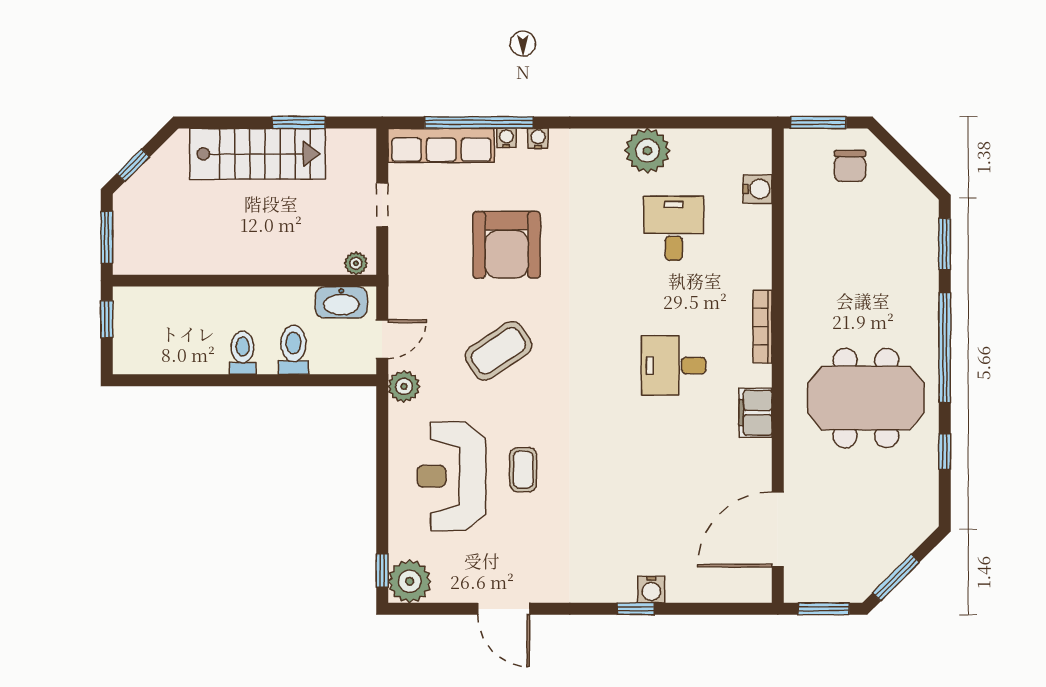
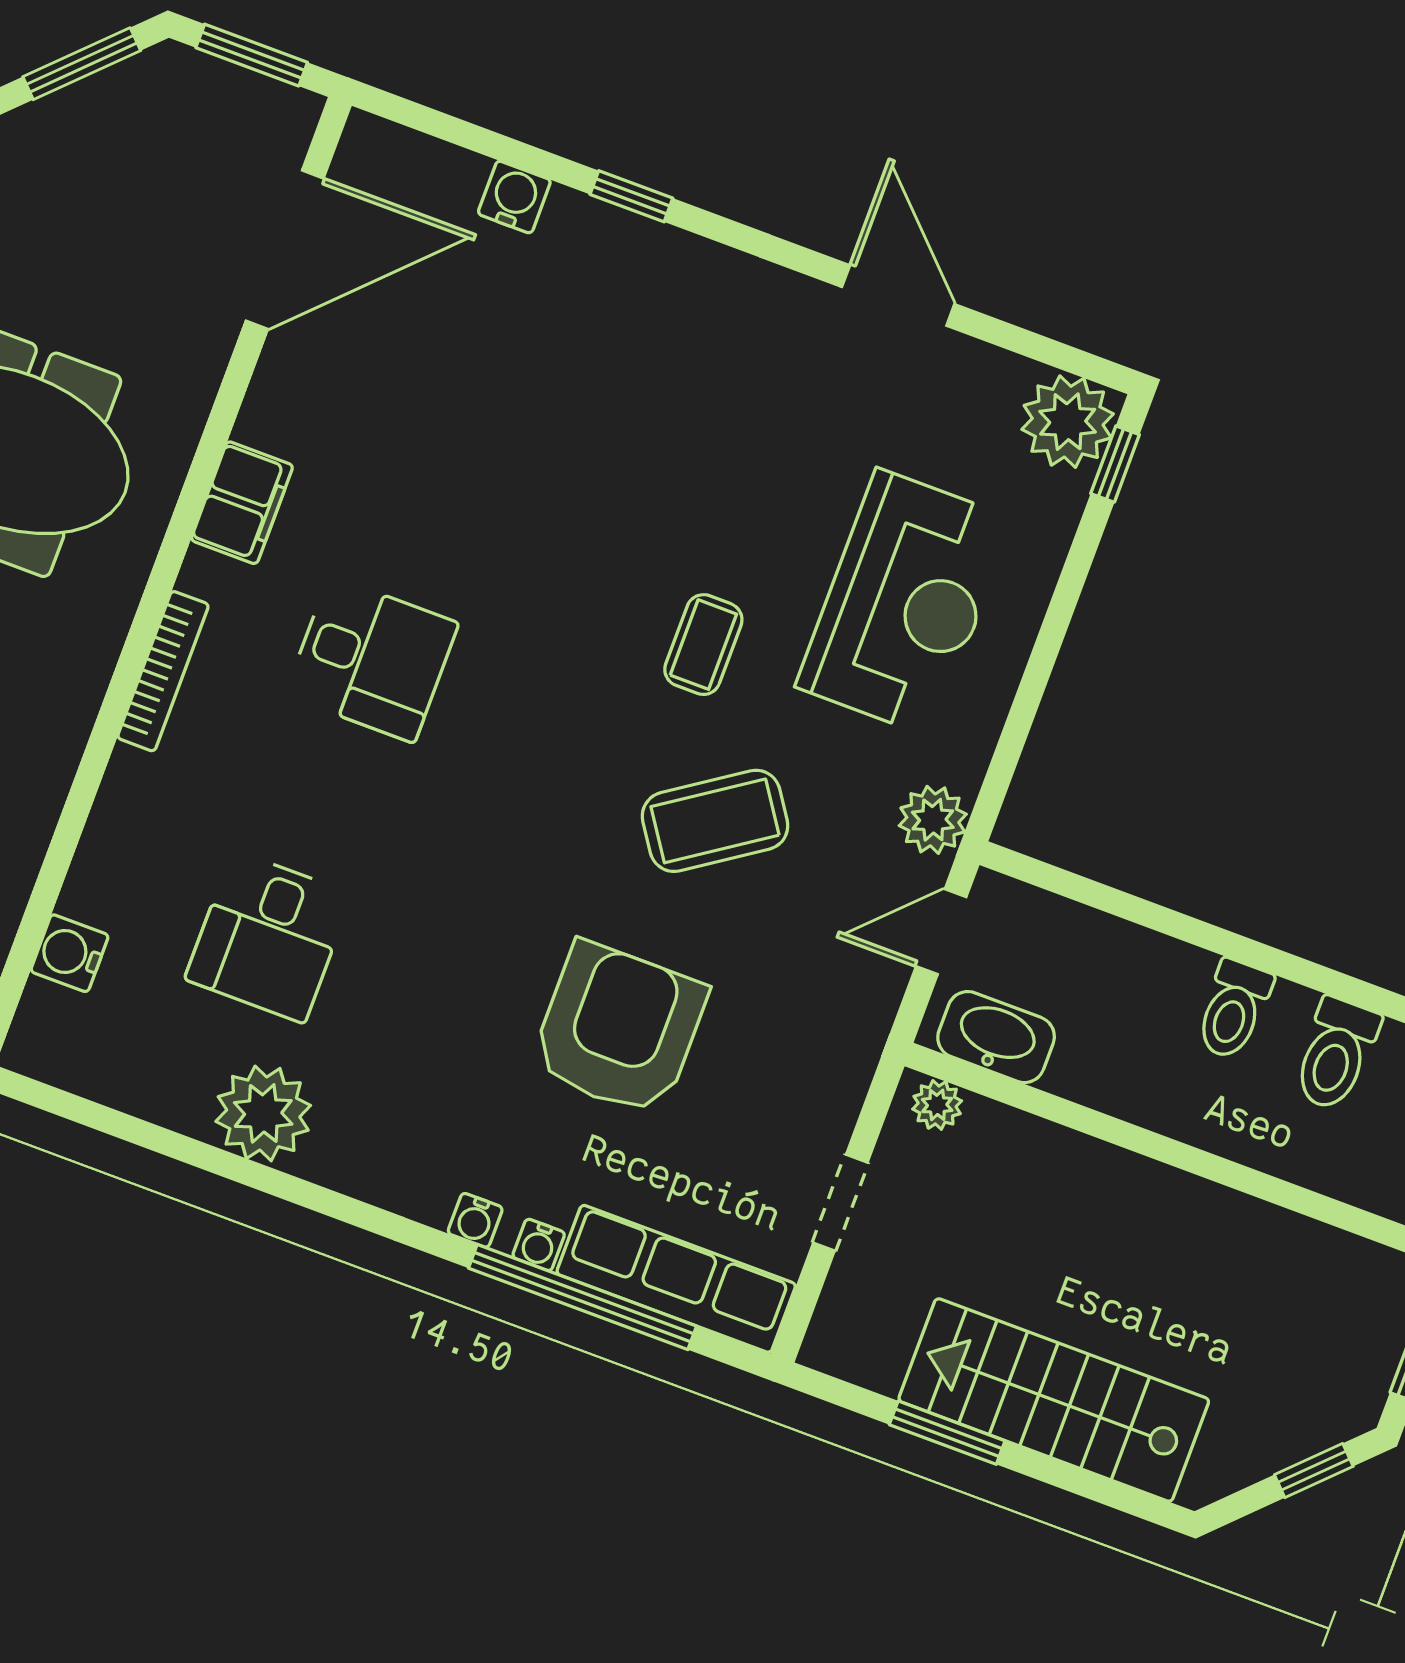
toilet: (293, 350) -> (1336, 1054), moved
coffee table: (523, 470) -> (703, 645), moved
water cooler: (651, 590) -> (514, 197), moved

